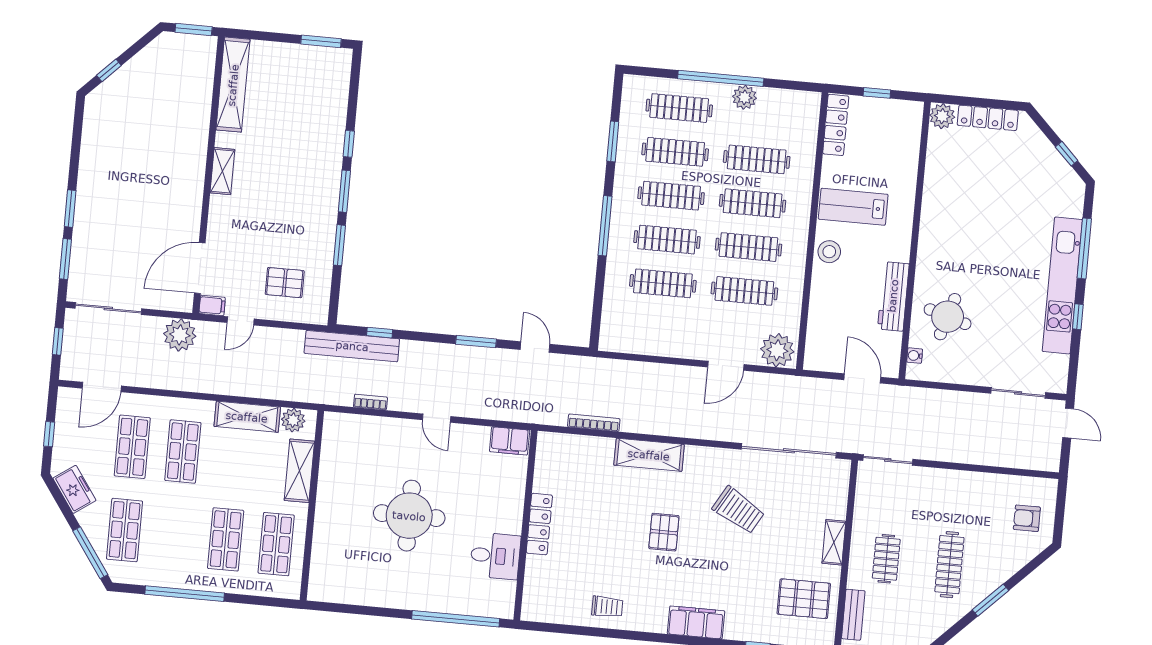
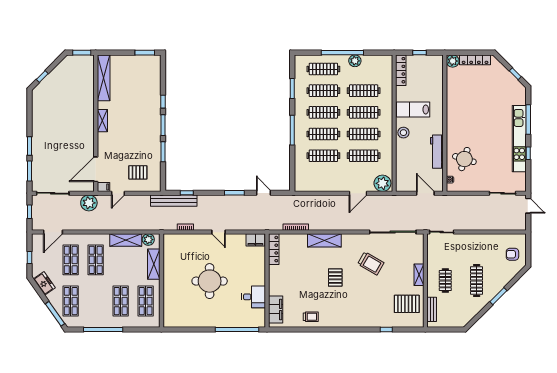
locker: (539, 524) -> (274, 249), moved
filing cabinet: (696, 622) -> (276, 309), moved, turned 90

